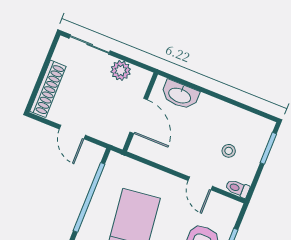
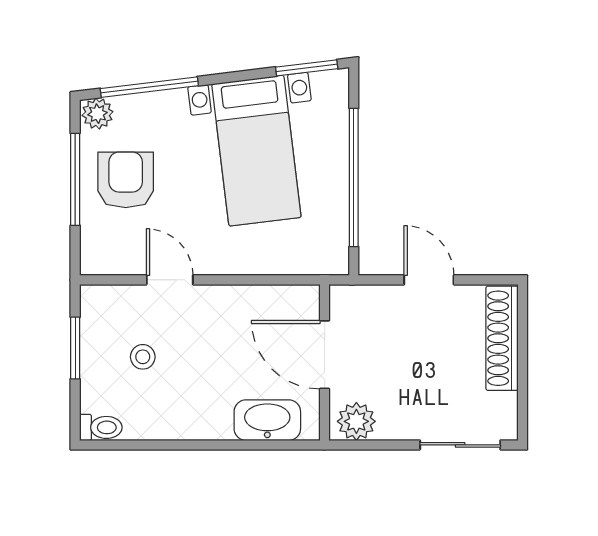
plant: (121, 70) -> (356, 421), moved
window: (268, 148) -> (75, 348), moved
toilet: (238, 188) -> (101, 427), moved

